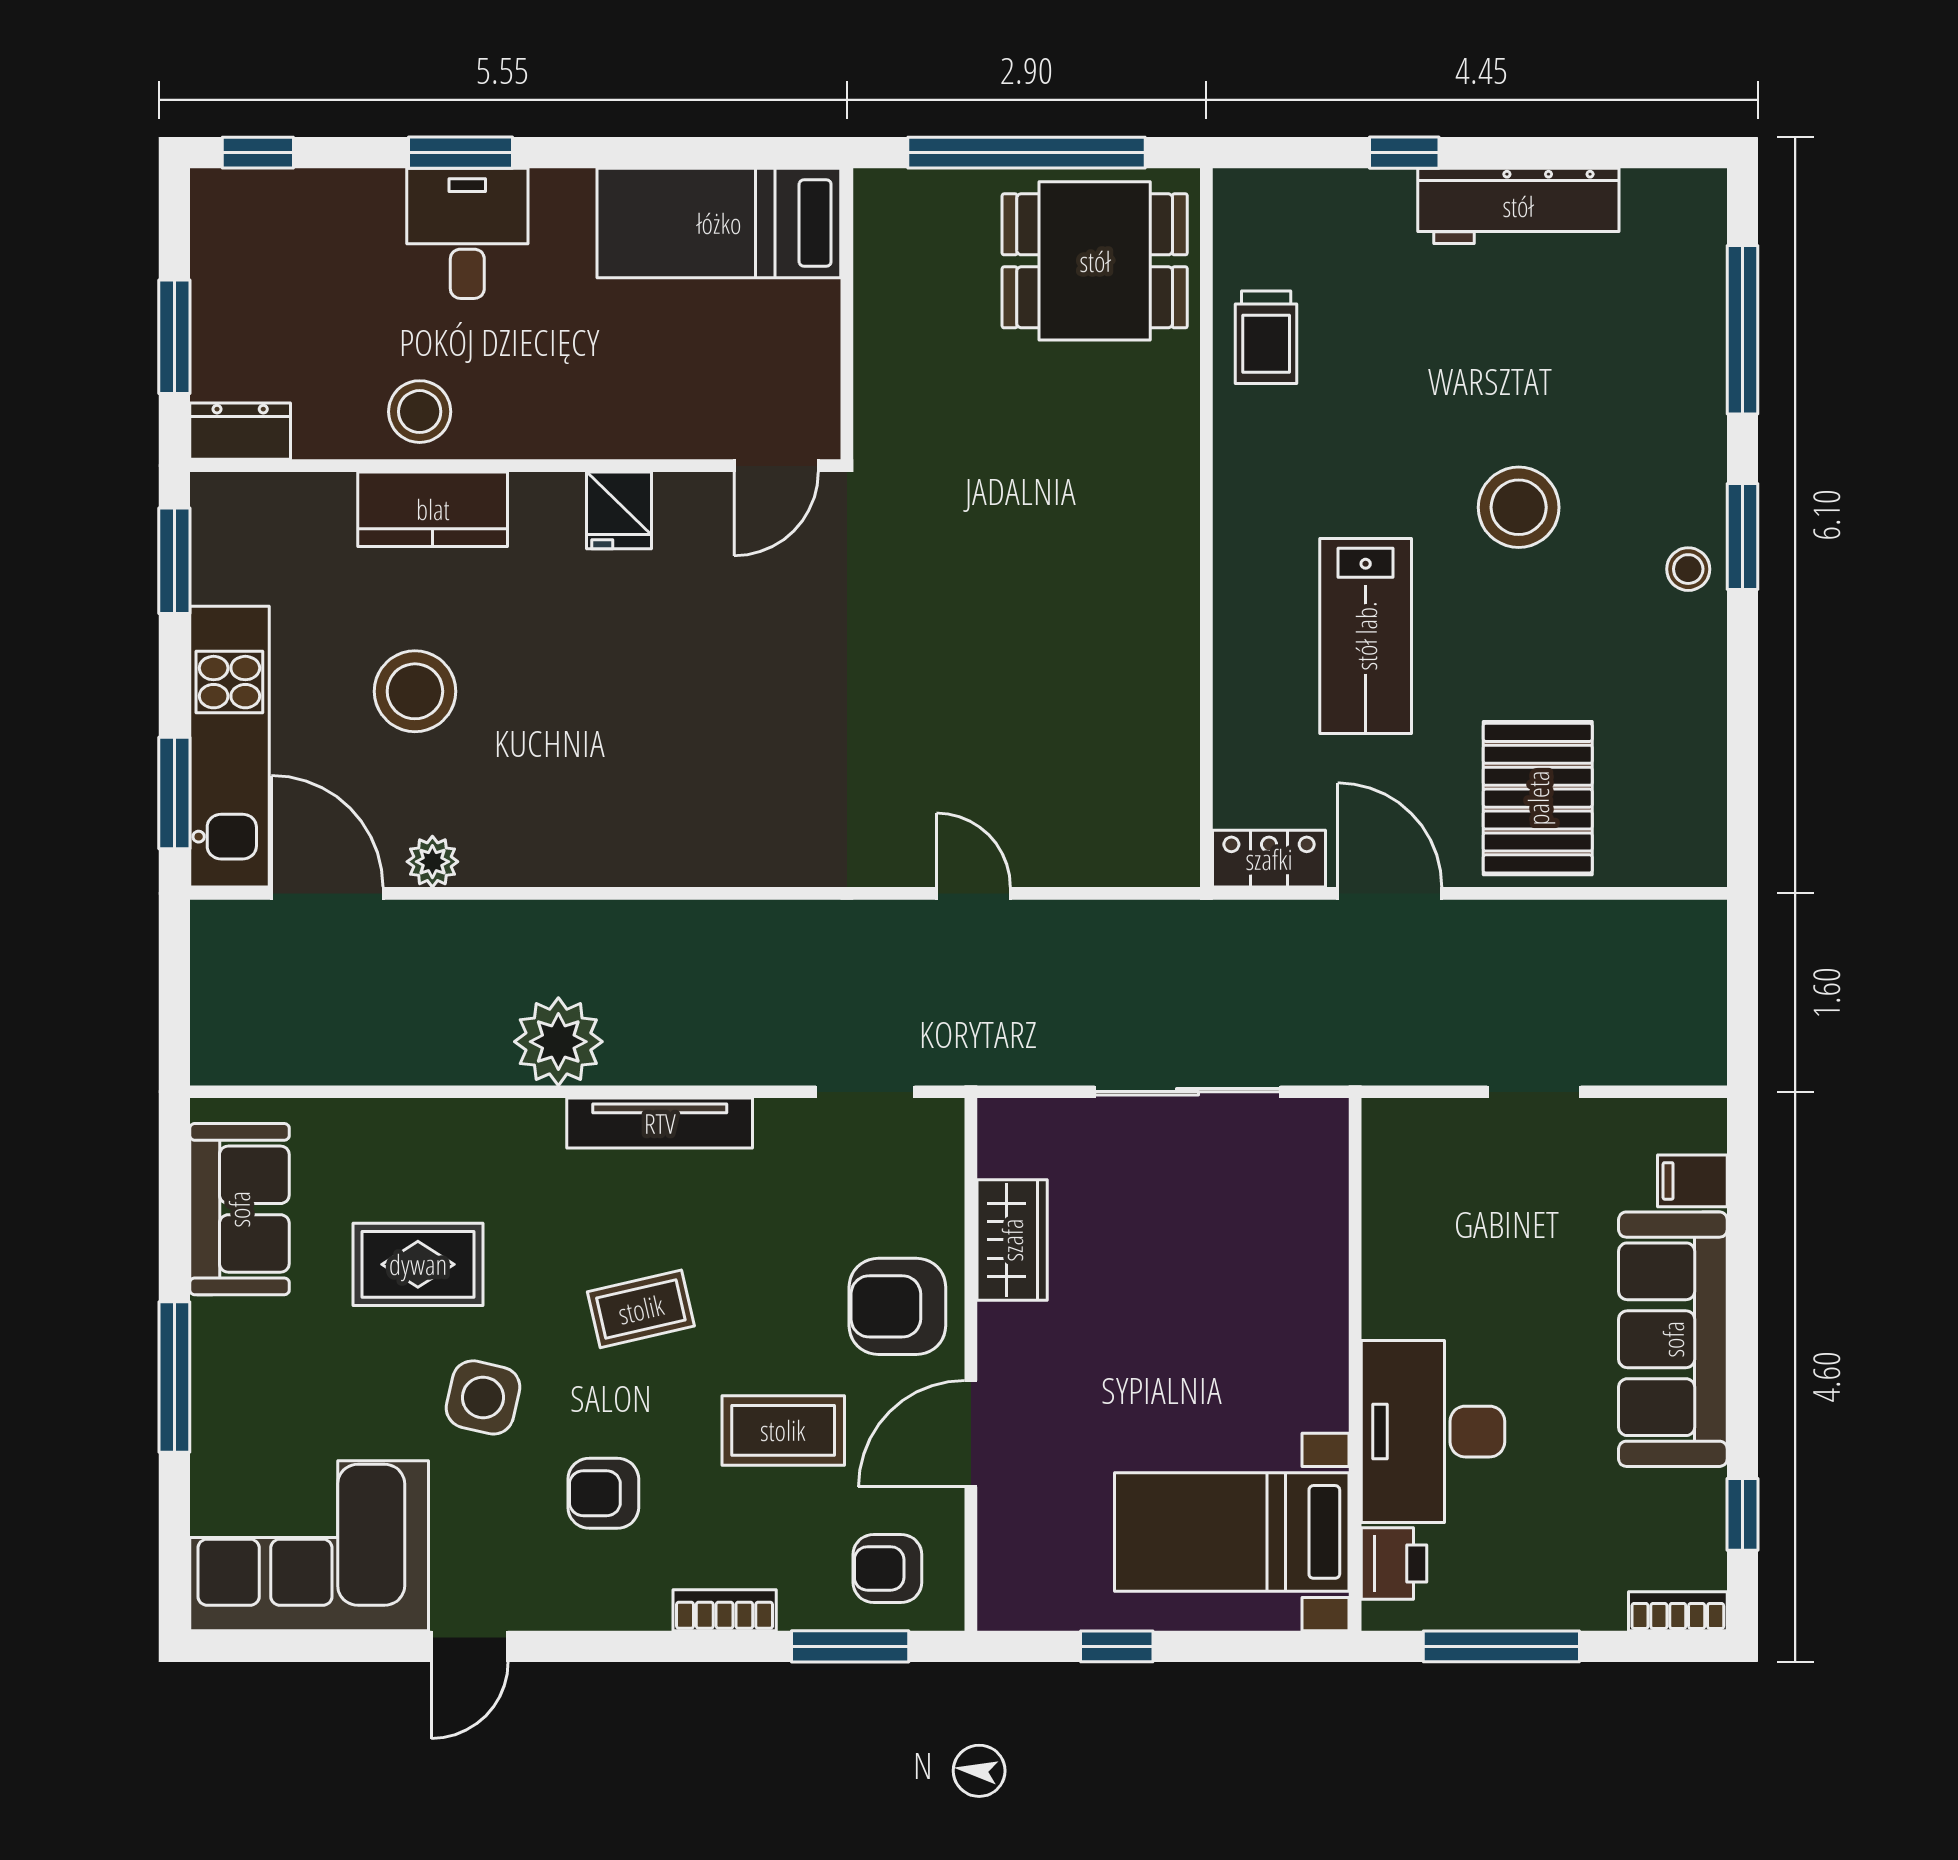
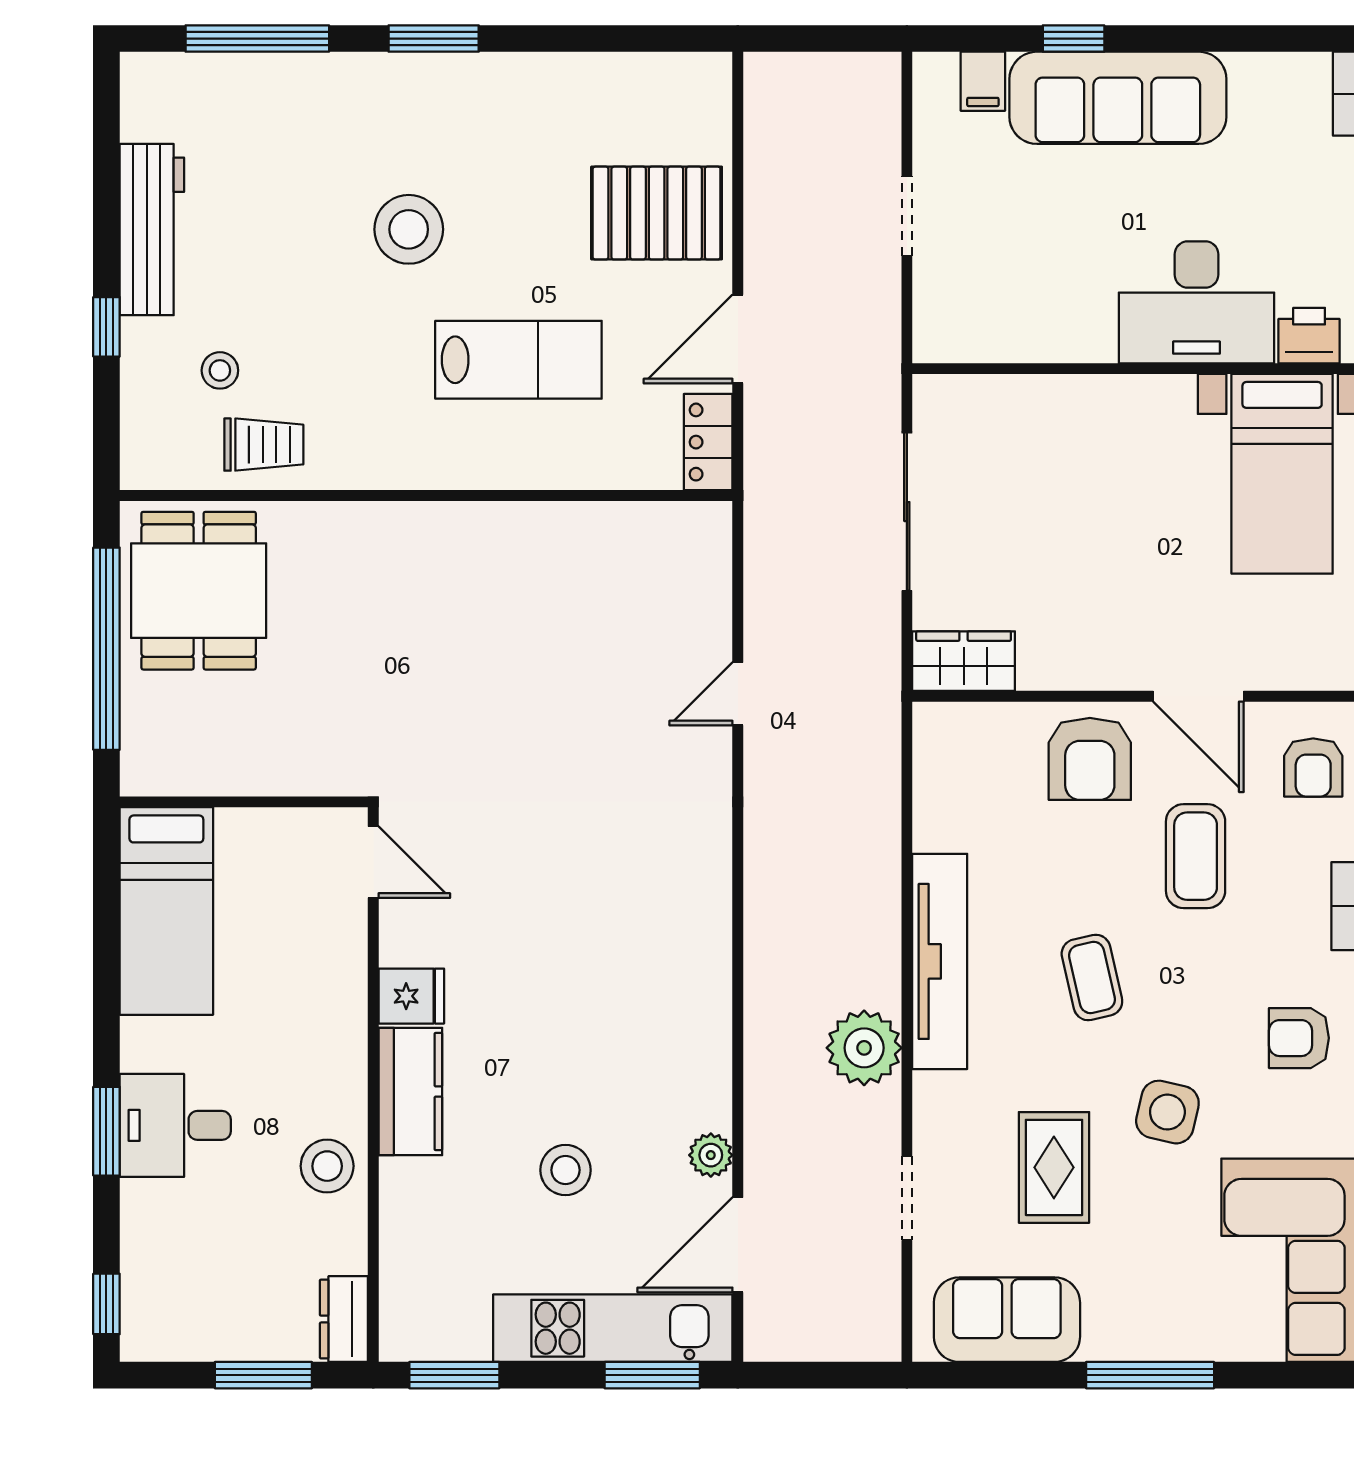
kitchen counter: (433, 509) -> (410, 1092), moved
stool: (1688, 569) -> (220, 370), moved
stool: (415, 691) -> (566, 1170), width x0.73, depth x0.73
doorway: (865, 1092) -> (907, 1198), moved
tv unit: (660, 1123) -> (940, 961), width x1.36, depth x1.29
wardrobe: (1012, 1240) -> (964, 661), moved
armchair: (603, 1493) -> (1299, 1038), moved, turned 90
window: (1742, 1514) -> (1074, 39), moved

